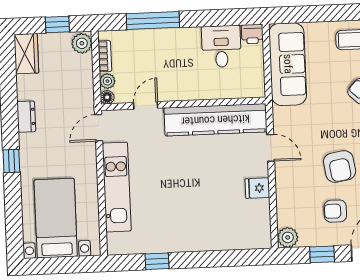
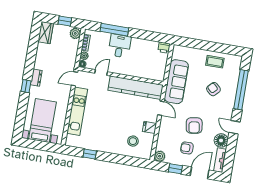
desk: (221, 46) -> (120, 46), moved
sofa: (288, 64) -> (176, 82), moved
dresser: (26, 117) -> (36, 78), moved
stool: (232, 220) -> (133, 141), added

